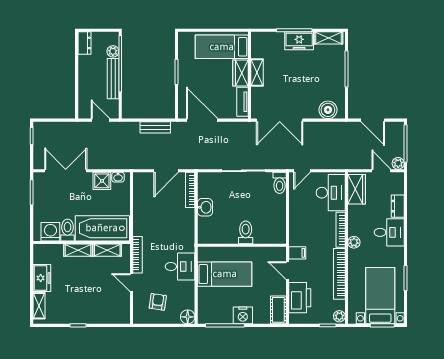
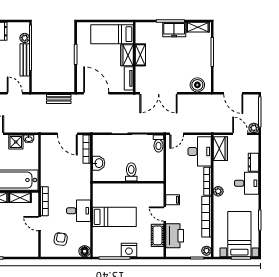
door: (166, 171) -> (67, 134), hinge flipped
toilet: (246, 232) -> (131, 172), moved
wall: (242, 245) -> (128, 182), moved
cot: (278, 310) -> (158, 235), moved

